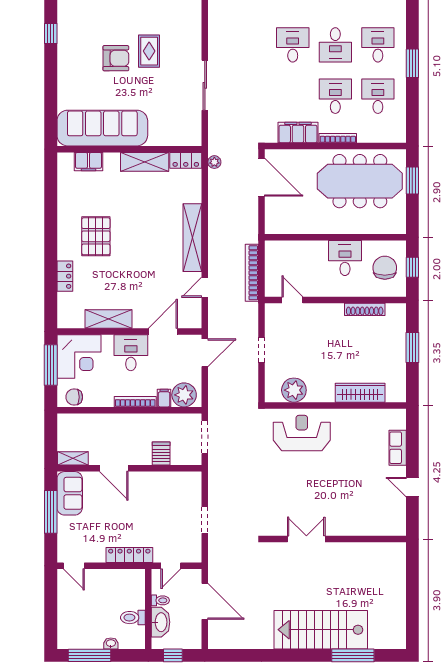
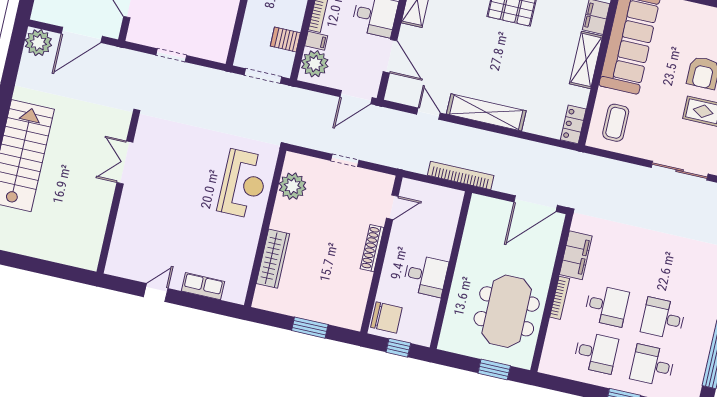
desk: (293, 45) -> (674, 271), removed
desk: (378, 45) -> (653, 365), turned 180
sliding door: (205, 85) -> (680, 171), moved
coffee table: (176, 124) -> (616, 123), added
shelving: (145, 162) -> (586, 60), moved
plant: (214, 162) -> (38, 43), moved, width x1.87, depth x1.87
meeting table: (360, 181) -> (507, 311), width x0.73
chair: (385, 268) -> (386, 317), moved
bookcase: (252, 273) -> (461, 175), moved
shoe rack: (365, 309) -> (372, 248), moved
door: (205, 353) -> (356, 97), hinge flipped
server rack: (161, 454) -> (285, 39), moved, turned 180
double door: (306, 539) -> (125, 162), swing flipped

